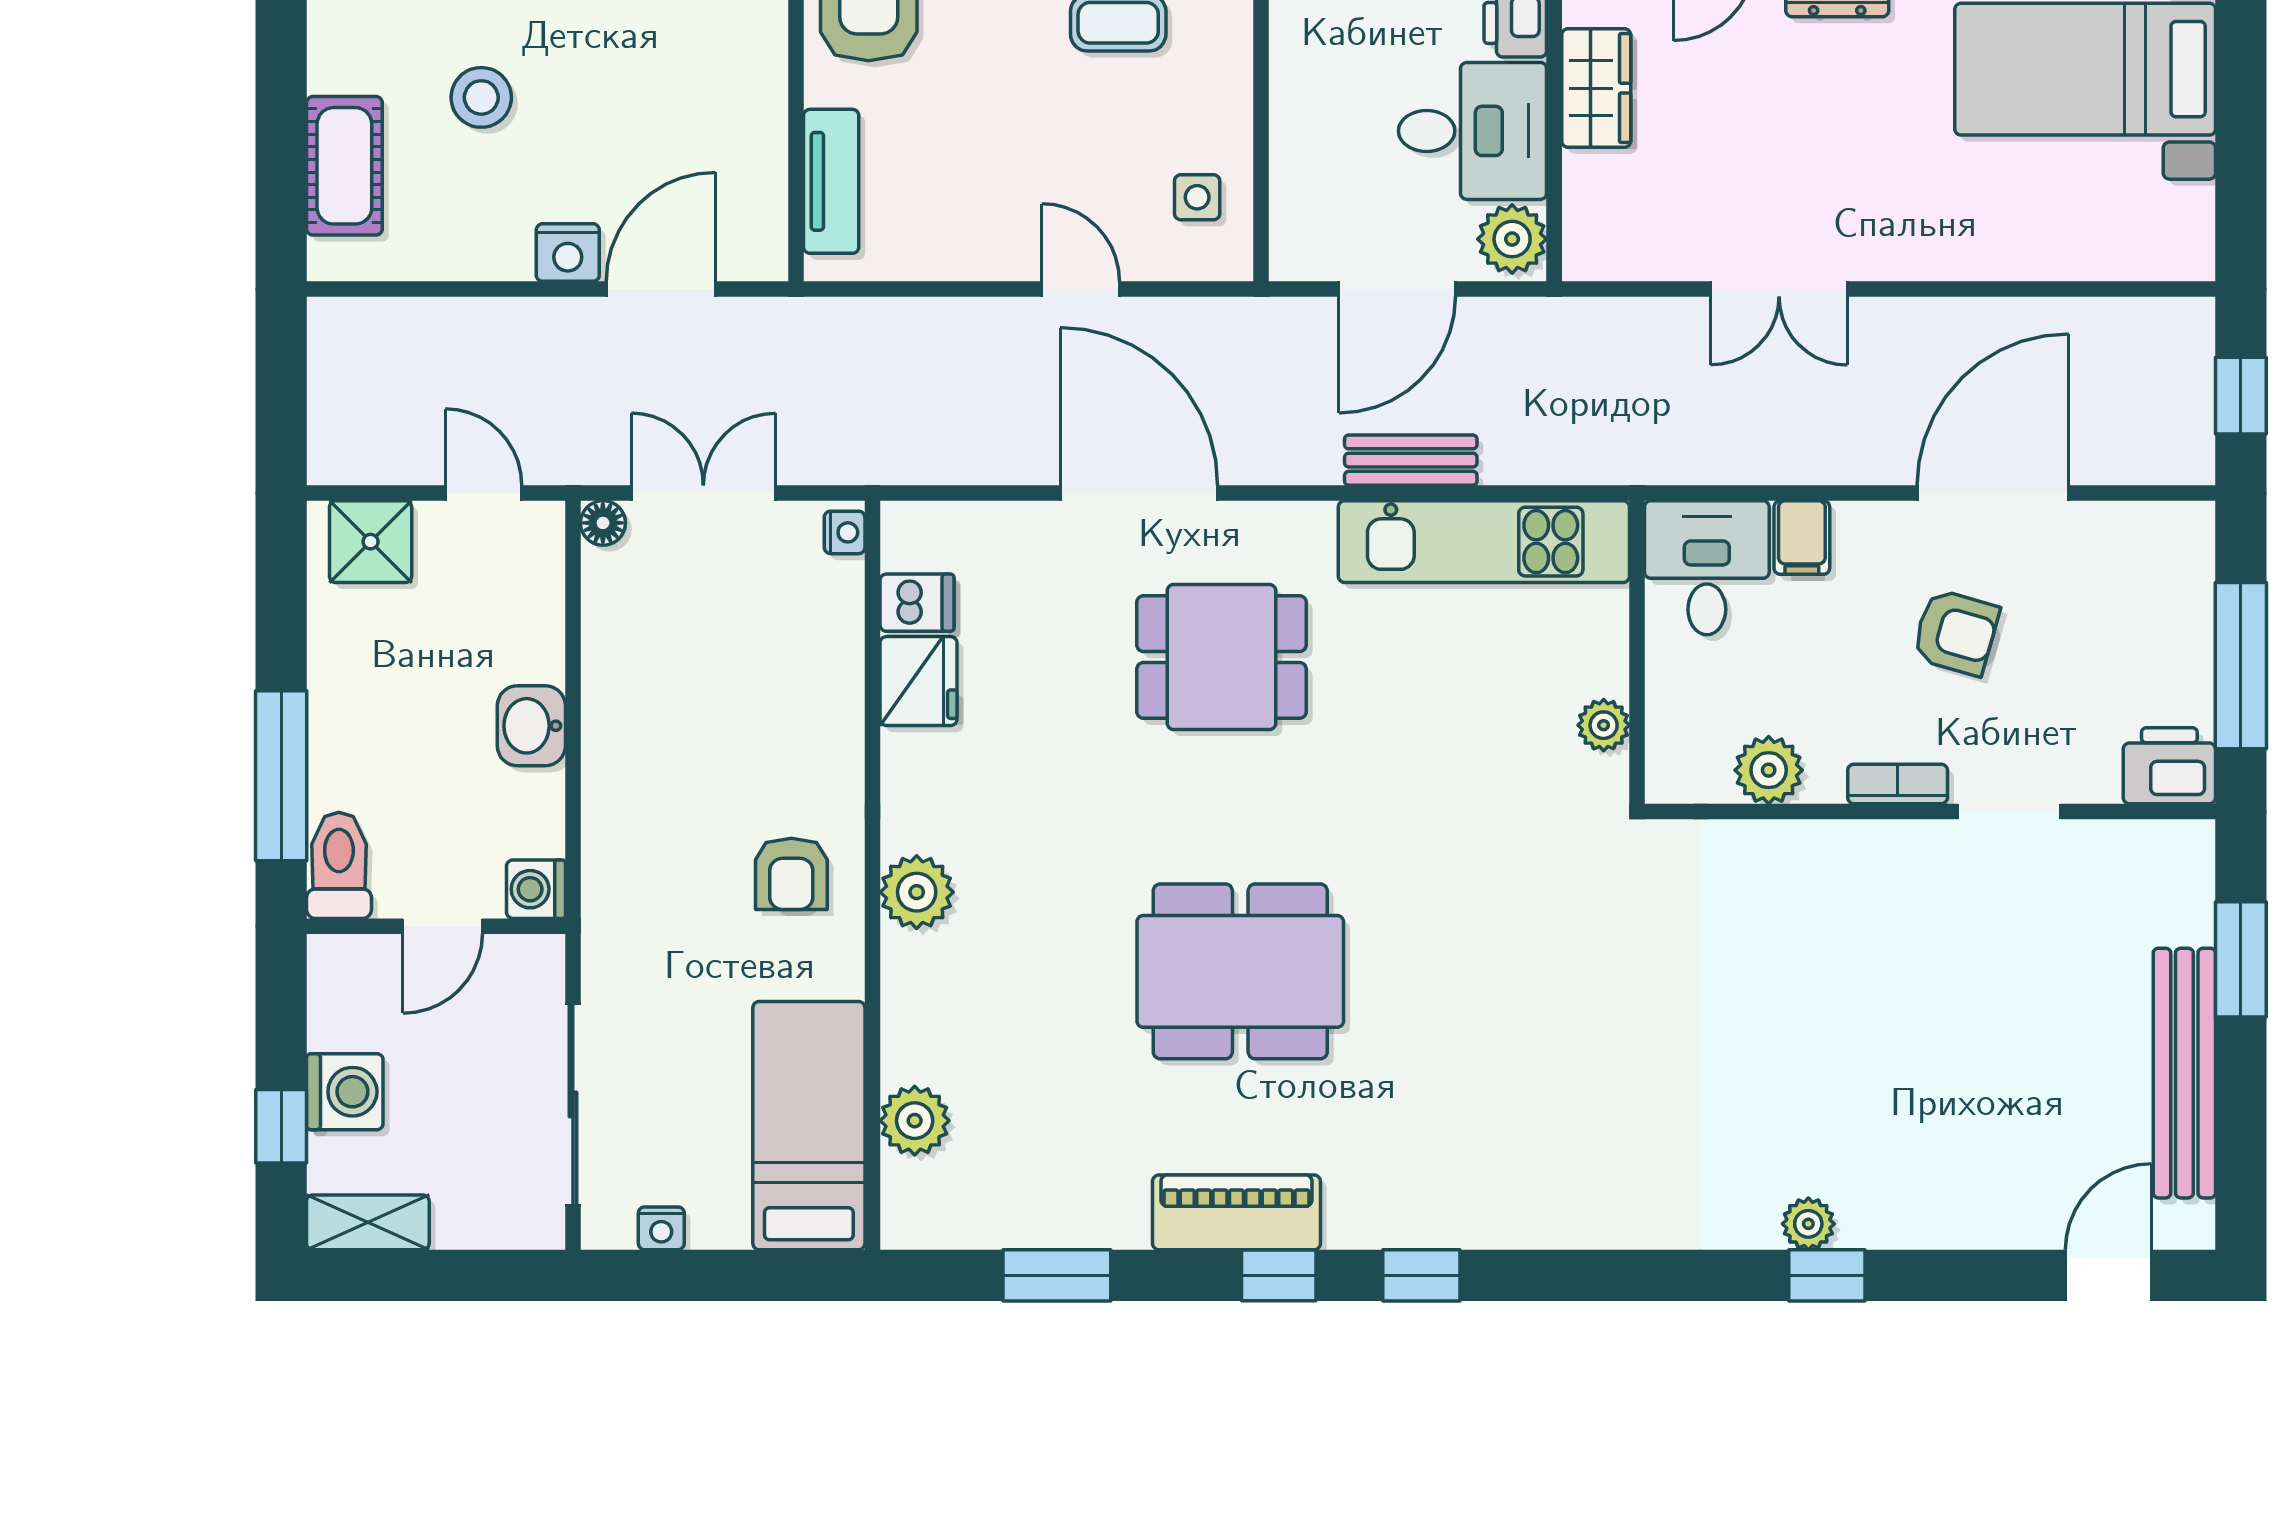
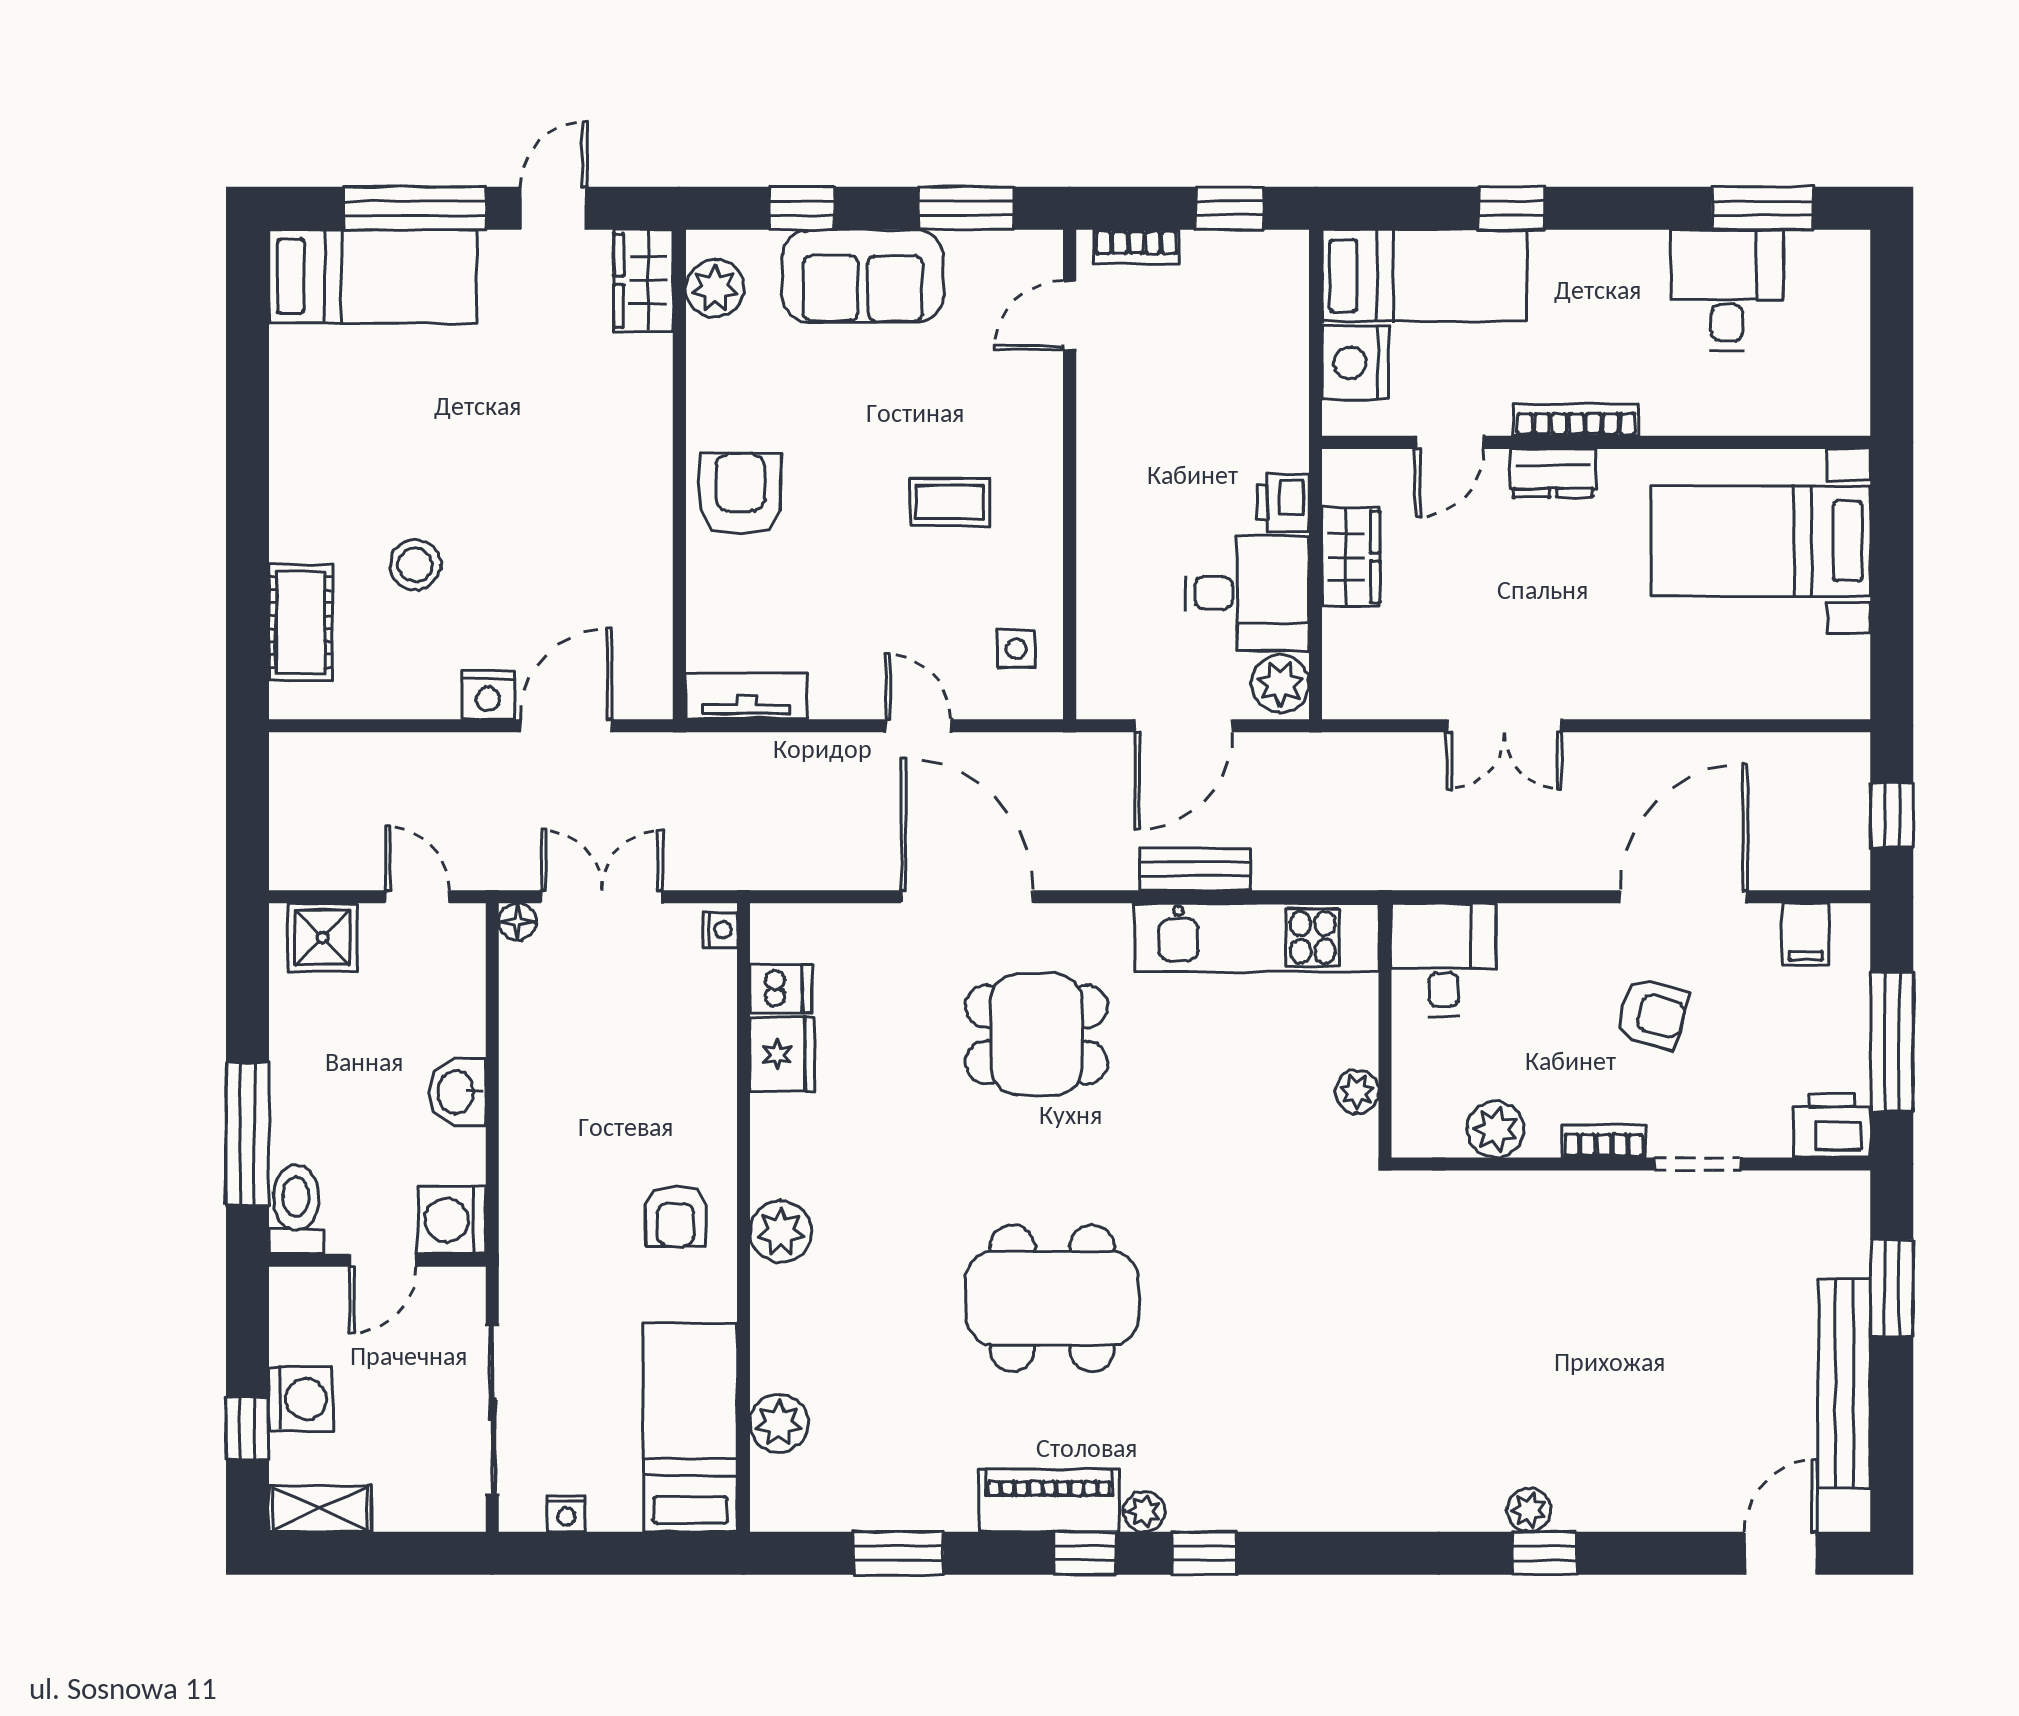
tv unit: (831, 181) -> (746, 696), moved, turned -90
filing cabinet: (1802, 538) -> (1806, 934), moved
washing machine: (536, 889) -> (452, 1220), width x1.38, depth x1.38
plant: (1350, 1226) -> (1144, 1511), added

